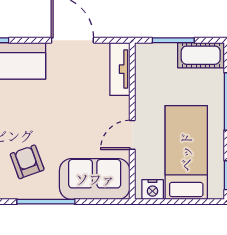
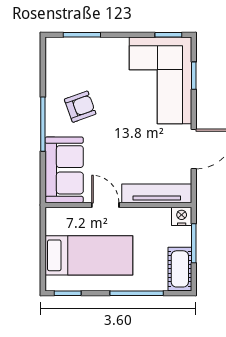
tv unit: (120, 69) -> (157, 193), width x1.41
nightstand: (153, 190) -> (182, 216), moved, turned 90

